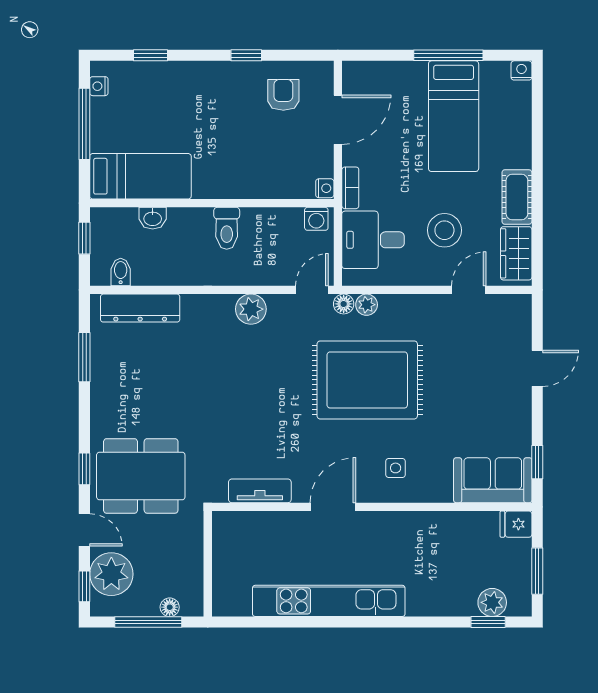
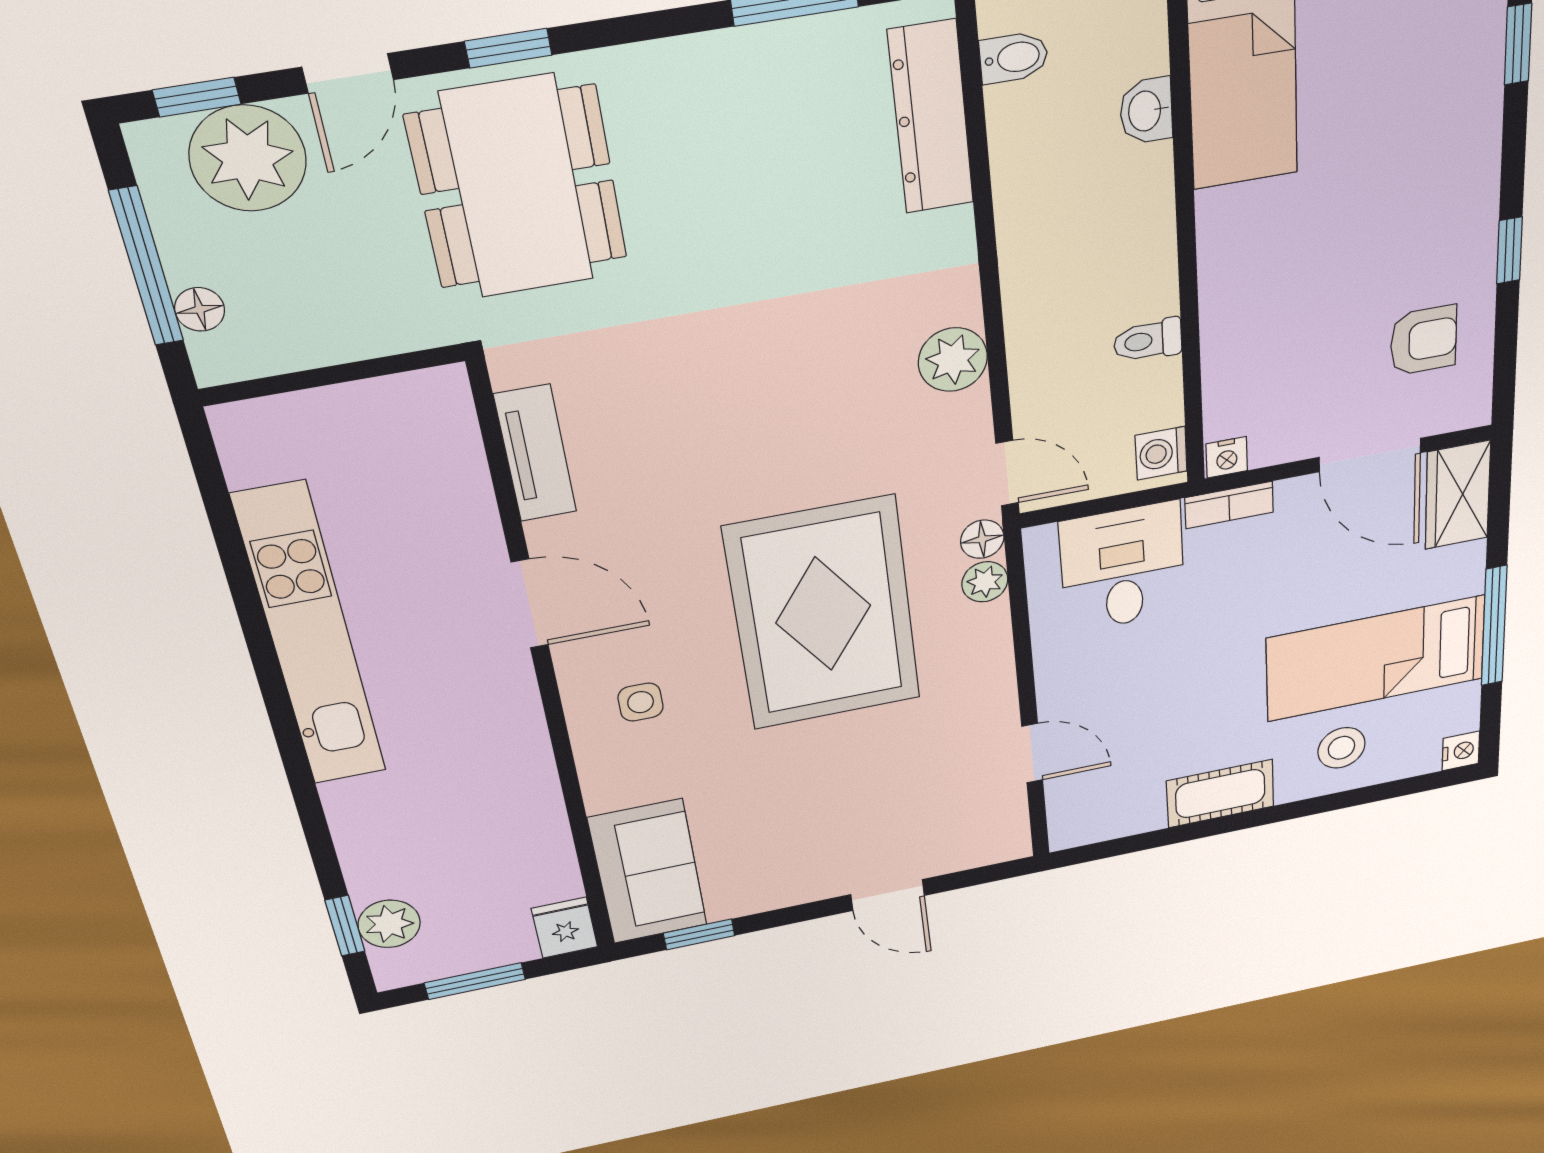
toilet: (227, 228) -> (1148, 340), moved, width x0.73, depth x0.72
stool: (444, 230) -> (1341, 748), moved, width x0.73, depth x0.73
wardrobe: (516, 253) -> (1458, 495), moved, turned -90

